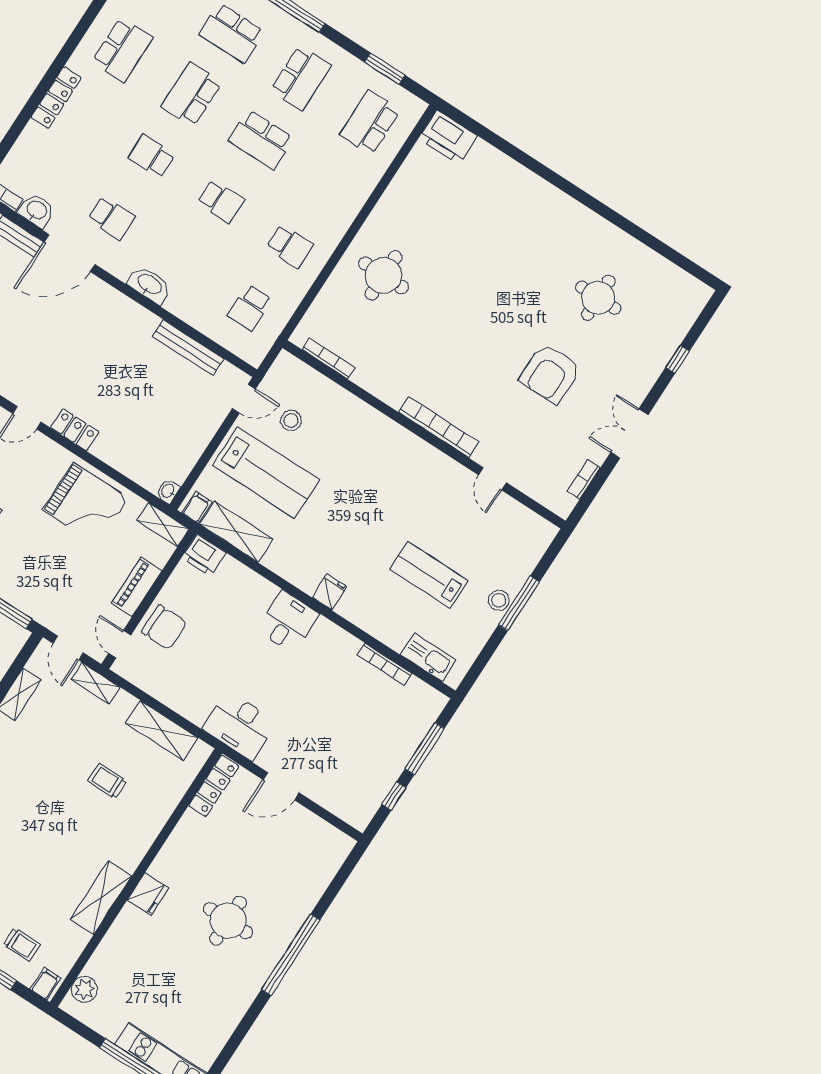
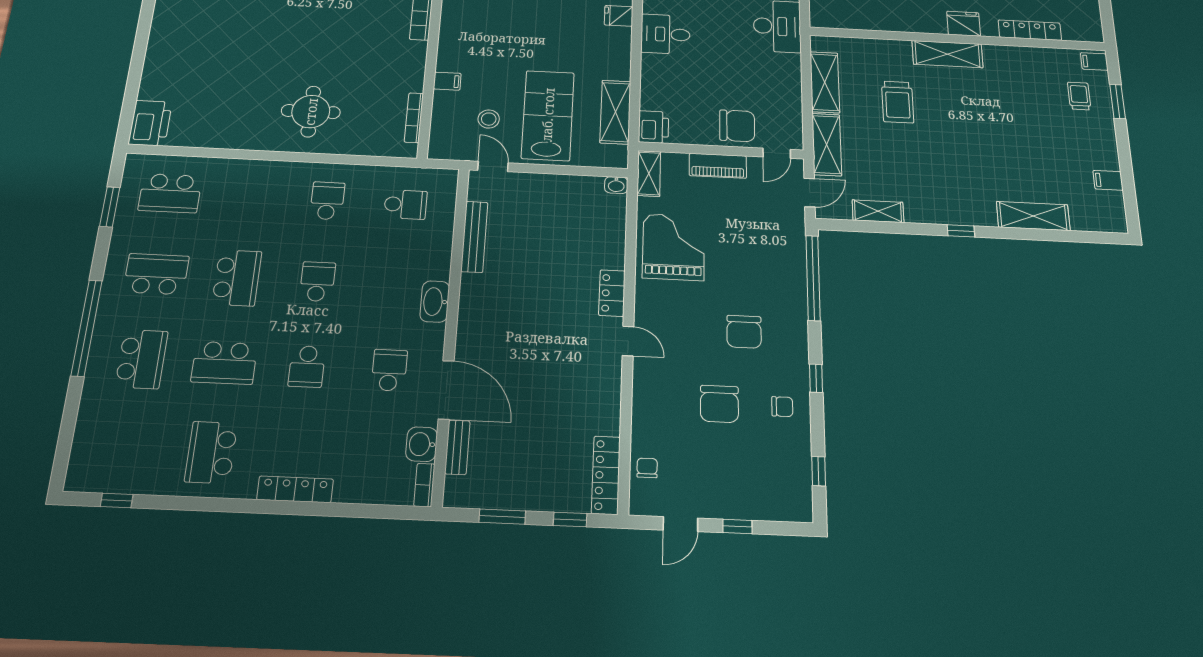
school desk: (122, 50) -> (211, 452), turned -90
filing cabinet: (197, 507) -> (447, 81), moved, turned 180
chair: (164, 627) -> (737, 126), turned 90
shelving: (95, 683) -> (827, 144), width x1.50, depth x1.33
trolley: (107, 781) -> (898, 102), width x1.36, depth x1.39
locker: (214, 786) -> (1030, 30), moved
shelving: (101, 897) -> (947, 54), moved
plant: (84, 989) -> (1075, 30), removed

